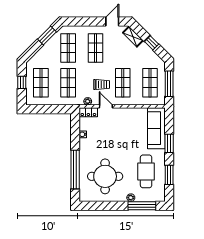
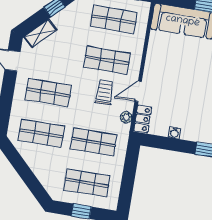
window: (47, 36) -> (17, 162), removed

